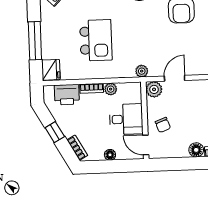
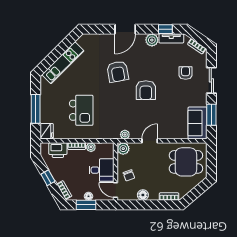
plant: (142, 71) -> (125, 135), moved
door: (175, 78) -> (150, 141), moved
floor lamp: (196, 150) -> (143, 195), moved
window: (107, 166) -> (86, 205), added

